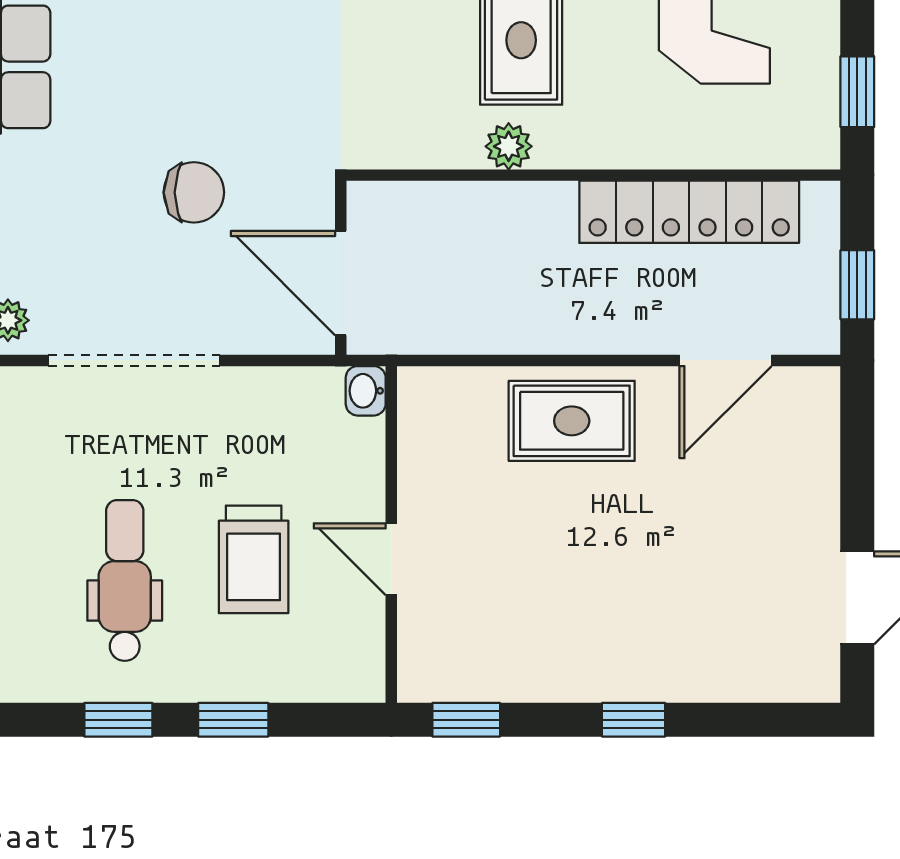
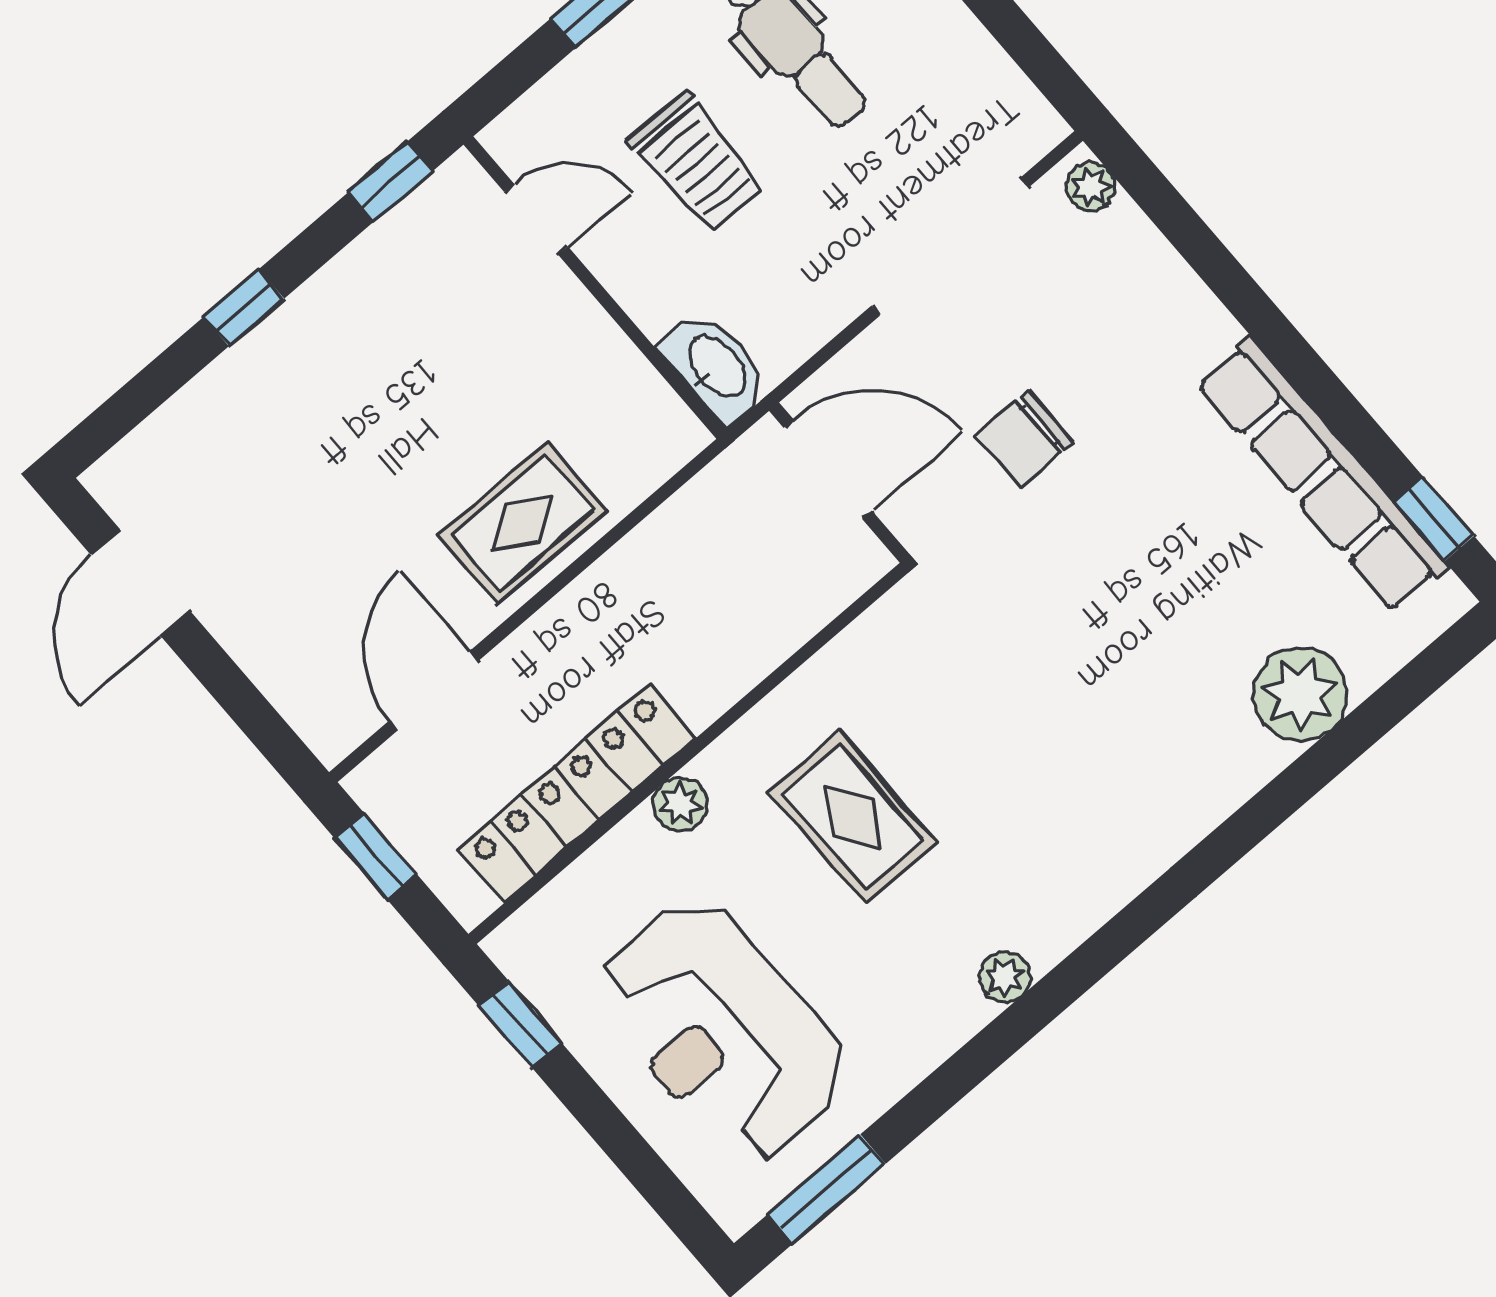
plant: (509, 146) -> (680, 804), moved
washbasin: (366, 391) -> (716, 367), width x1.91, depth x1.45
trolley: (254, 559) -> (696, 162), turned 180
door: (391, 559) -> (536, 219), moved

